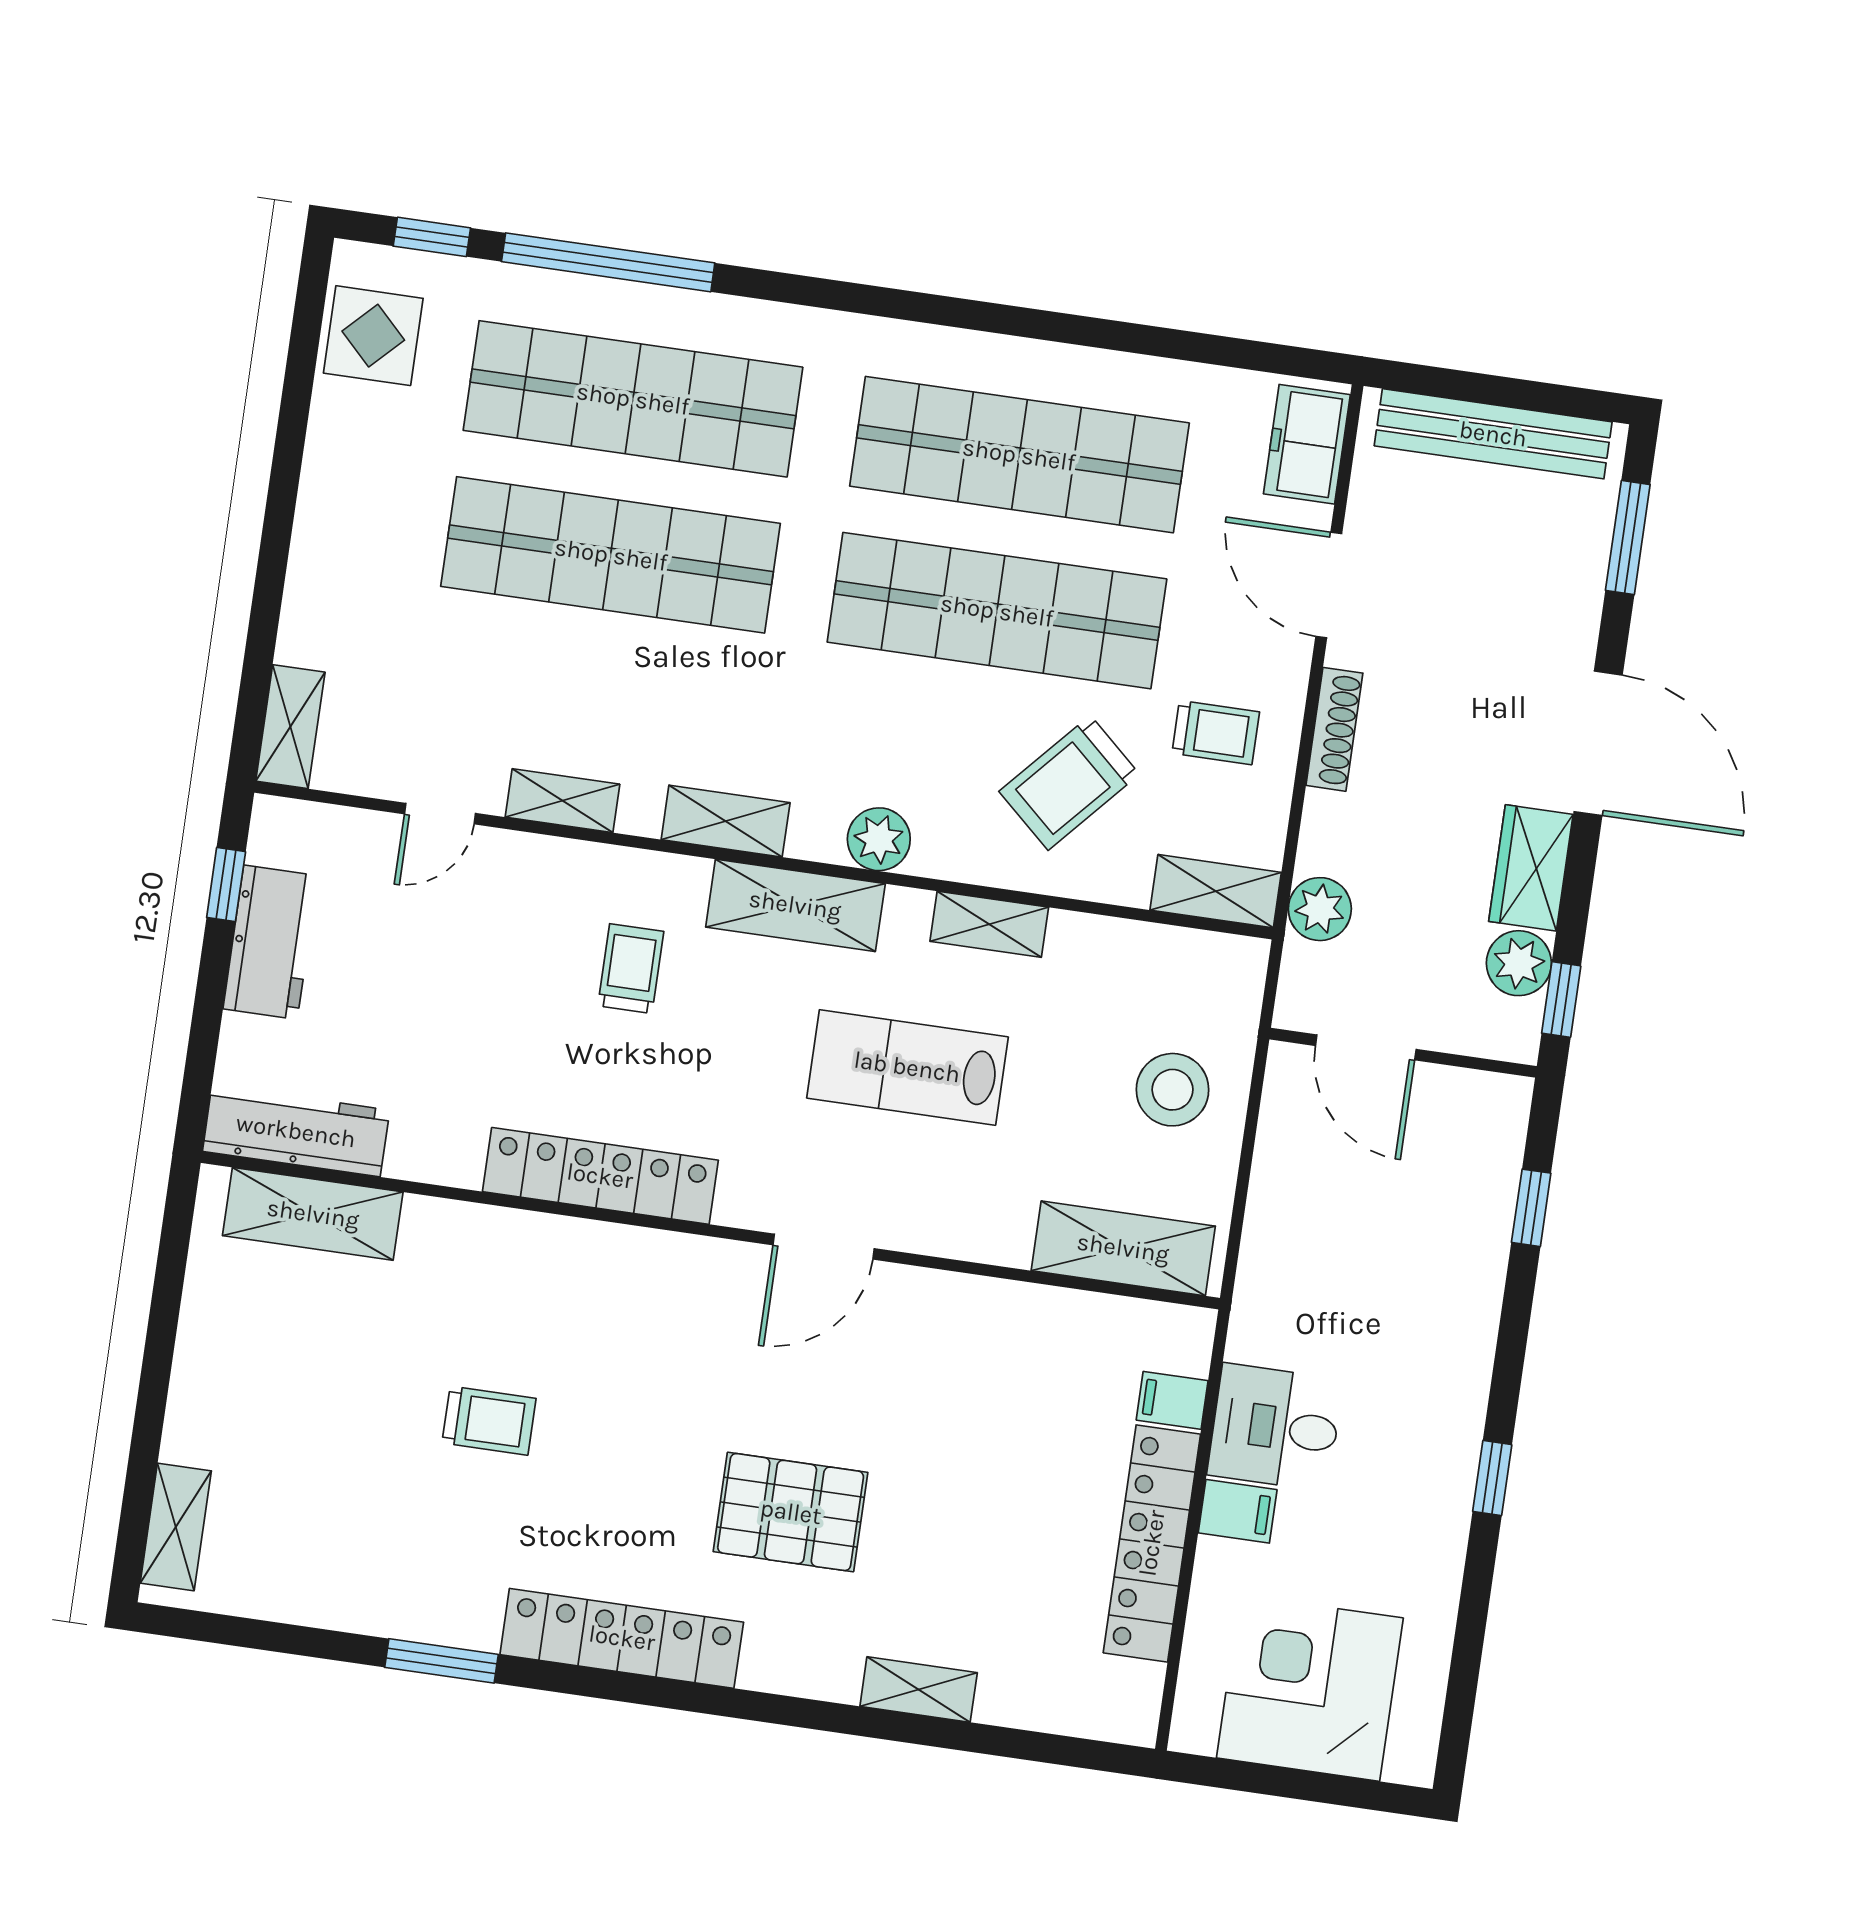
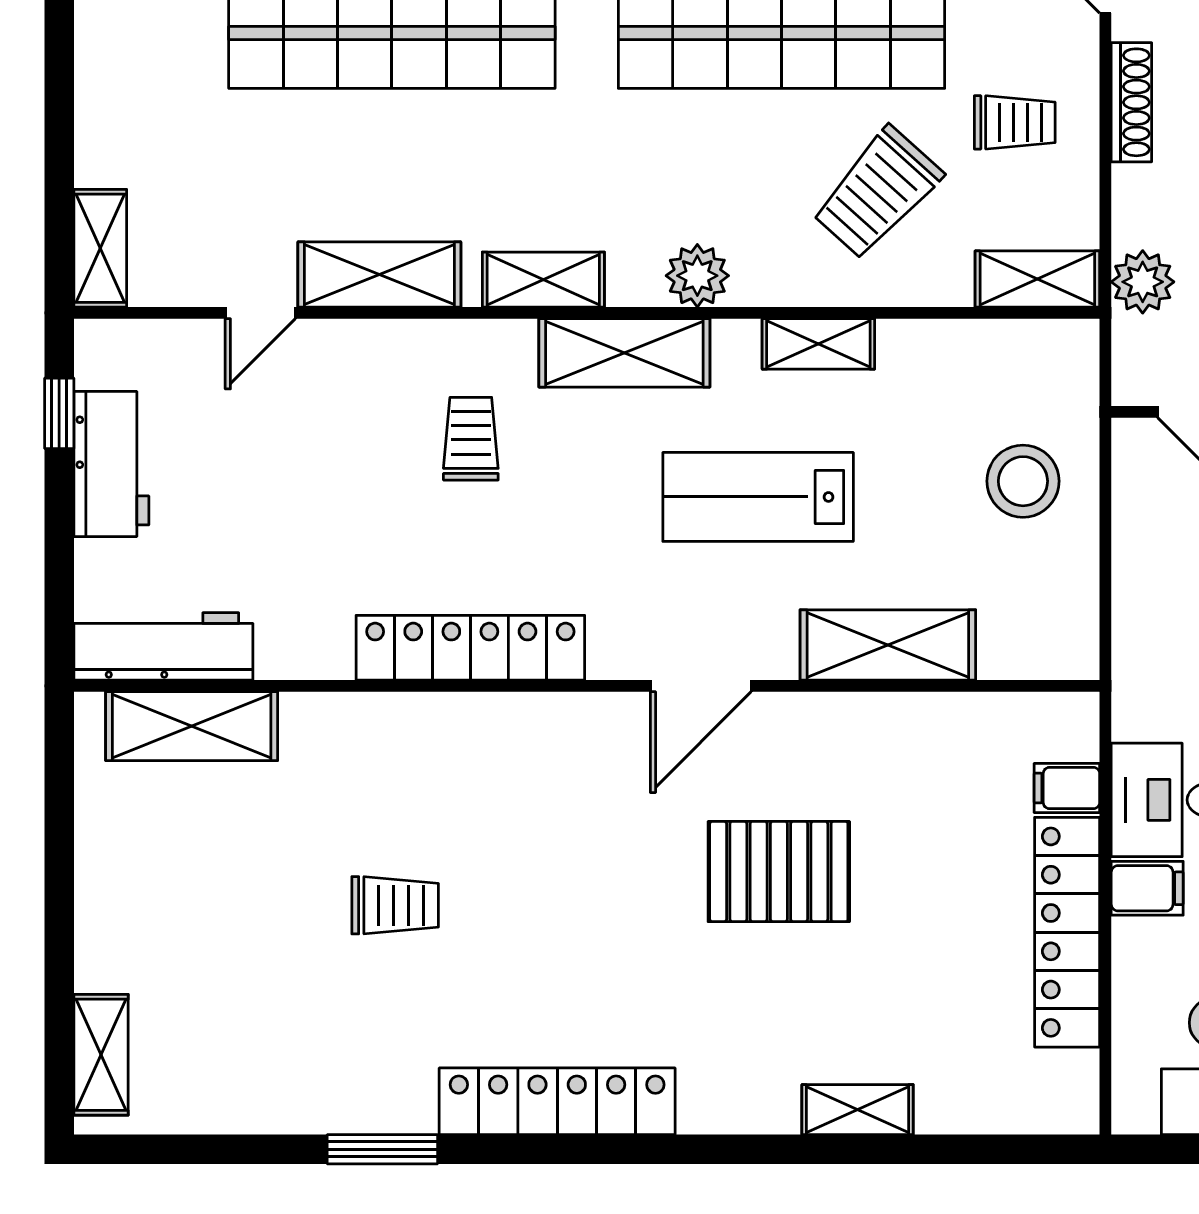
shelving: (562, 801) -> (379, 274), width x1.50, depth x1.33
shelving: (1123, 1248) -> (888, 645), moved
pallet: (791, 1512) -> (779, 872), moved

